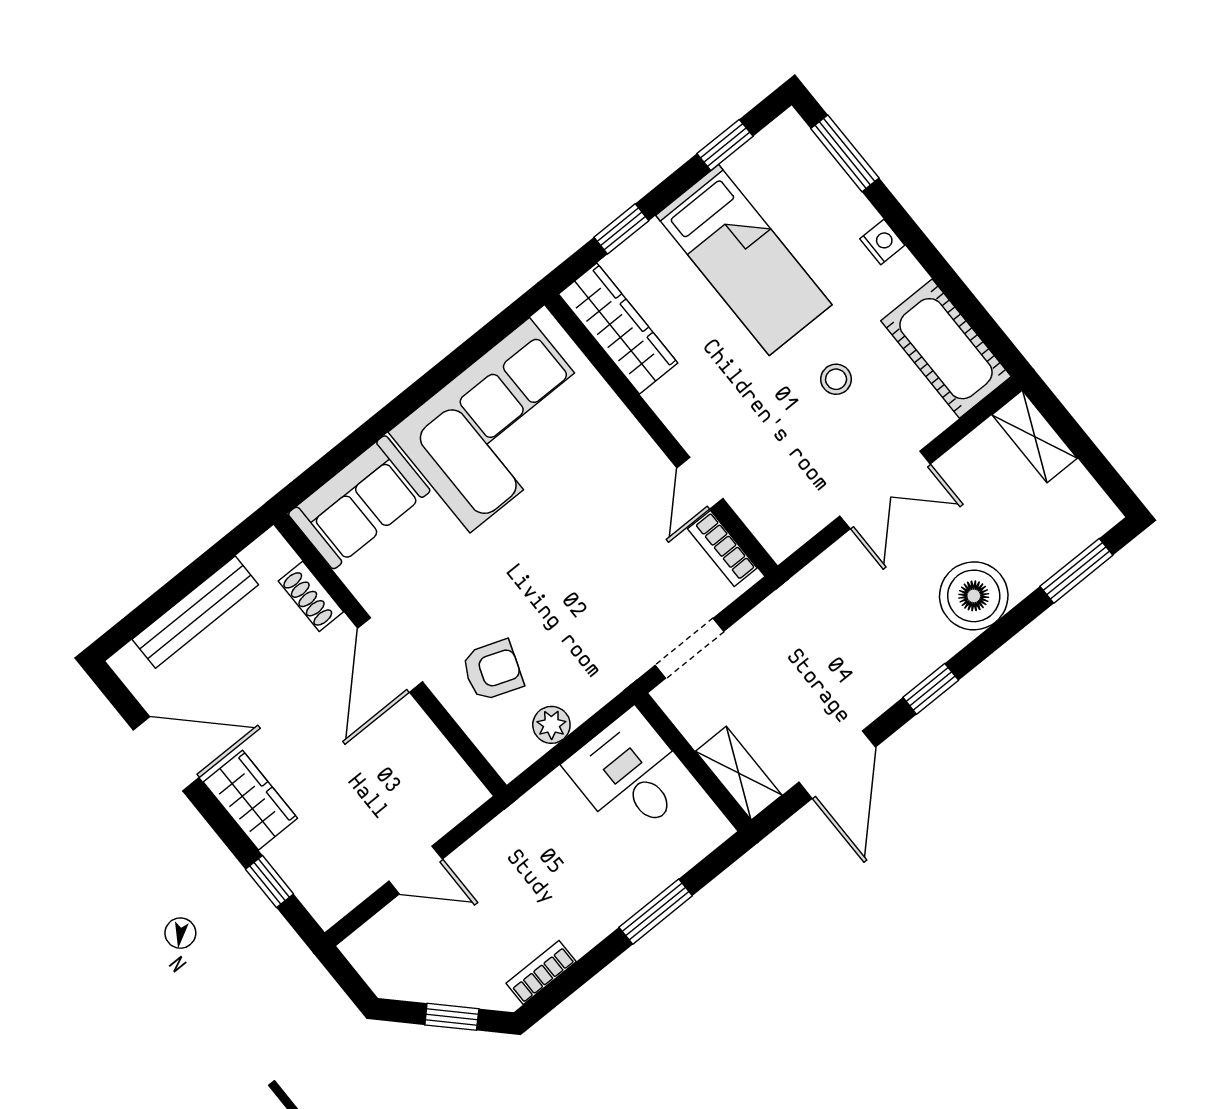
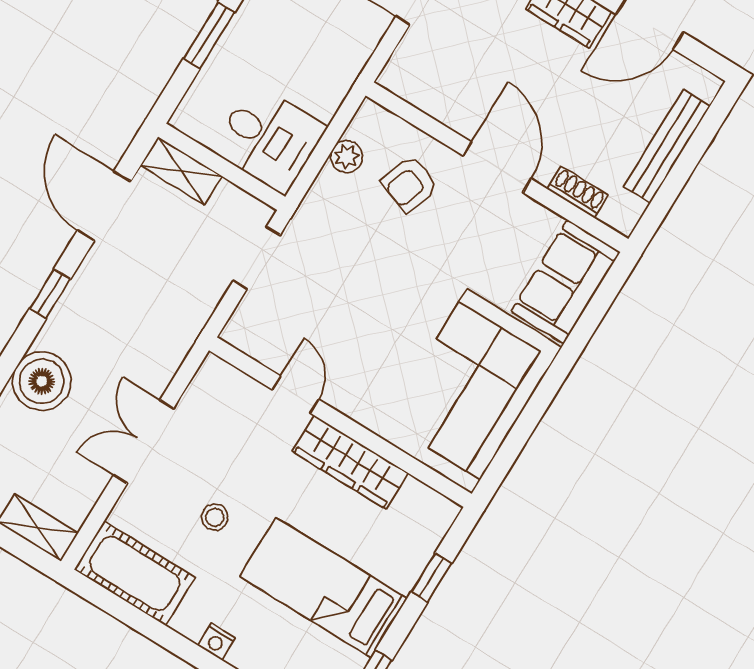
wardrobe: (618, 329) -> (350, 462), moved
bookcase: (722, 548) -> (259, 348), removed

